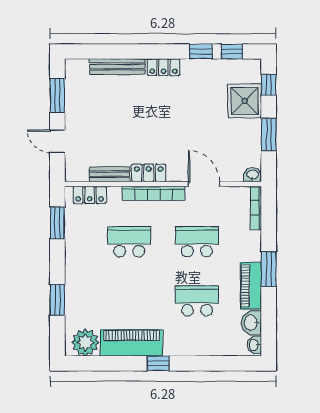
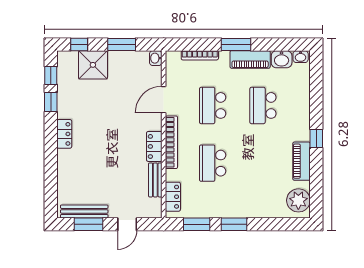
bench: (117, 66) -> (84, 211), moved, turned 90
bookcase: (256, 208) -> (200, 55), moved
window: (57, 300) -> (234, 224), moved
piano: (131, 343) -> (301, 161), width x0.73, depth x0.75

